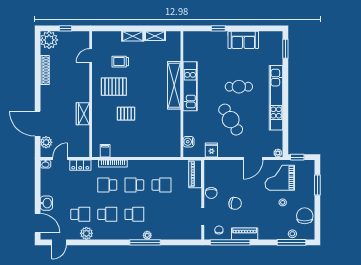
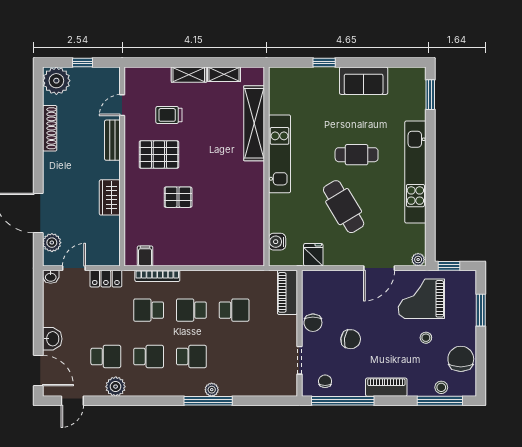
bench: (84, 78) -> (112, 140), added
shelving: (174, 85) -> (254, 123), moved
piano: (245, 234) -> (386, 387), moved

